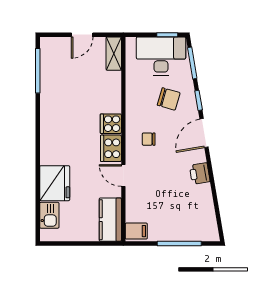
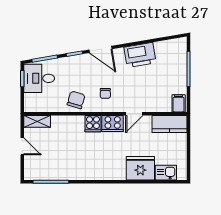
desk: (161, 56) -> (39, 78), width x0.73
chair: (169, 99) -> (76, 100), moved
printer: (200, 173) -> (140, 55), width x1.87, depth x1.48

